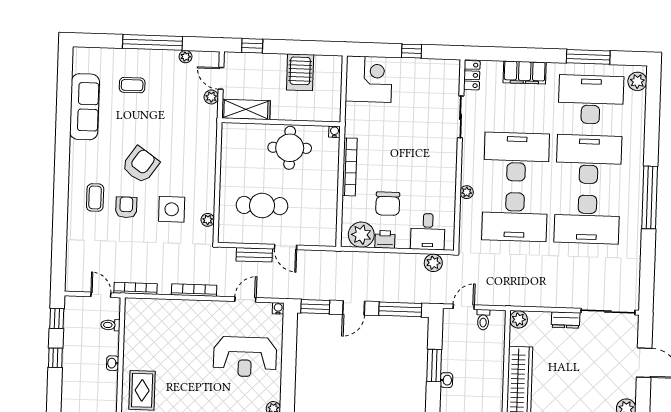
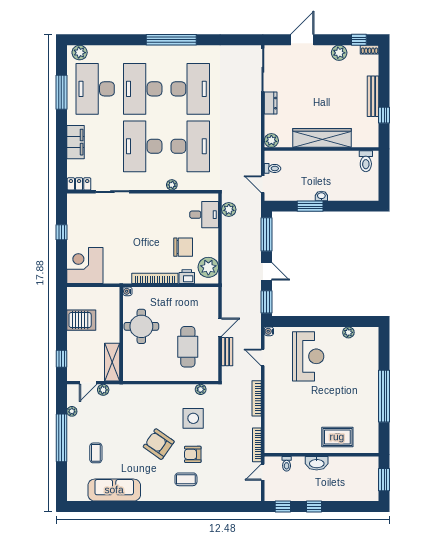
printer: (385, 239) -> (187, 277), moved, turned 90
washbasin: (113, 363) -> (317, 463), width x1.91, depth x1.45

